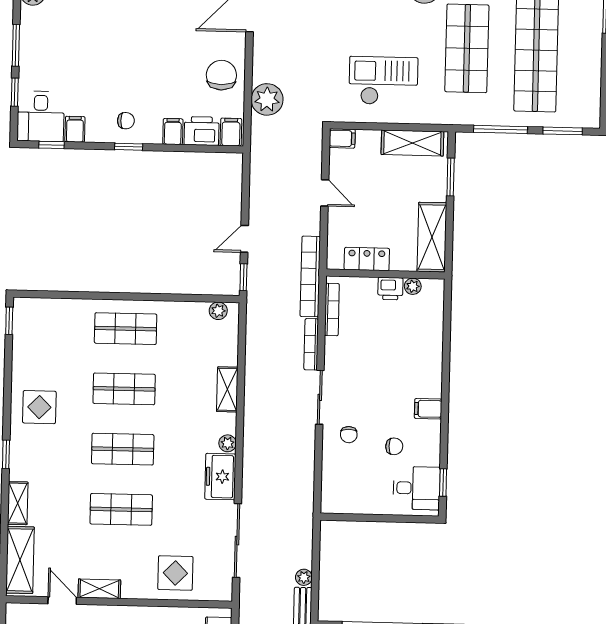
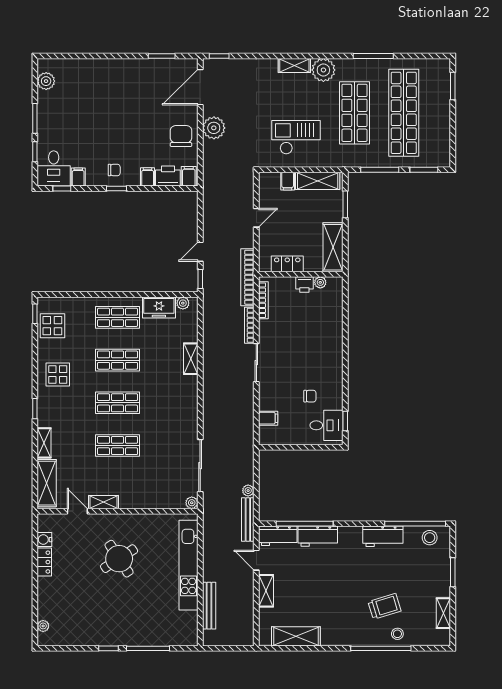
plant: (267, 99) -> (214, 128), moved
filing cabinet: (342, 138) -> (288, 181), moved, turned 90
door: (325, 193) -> (256, 218), hinge flipped
filing cabinet: (428, 409) -> (268, 418), moved, turned 180
chair: (349, 435) -> (277, 389), removed
plant: (228, 443) -> (192, 503), moved
freezer: (220, 477) -> (159, 307), moved, turned -90
display table: (175, 573) -> (52, 326), moved

